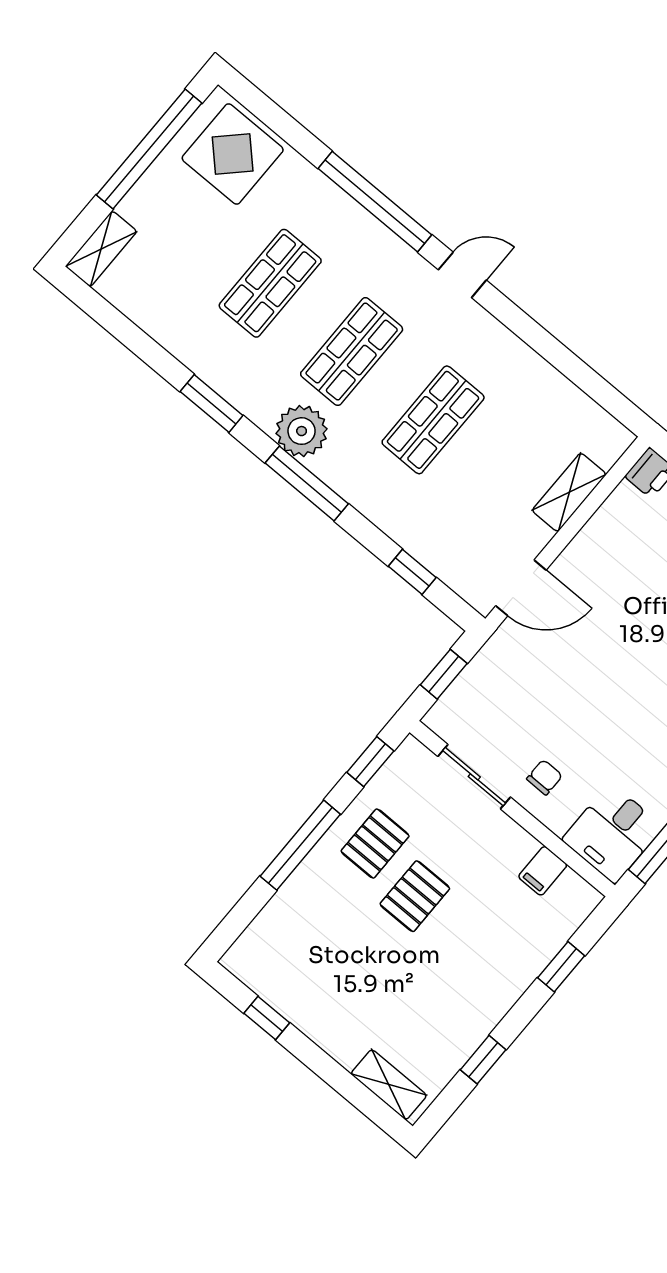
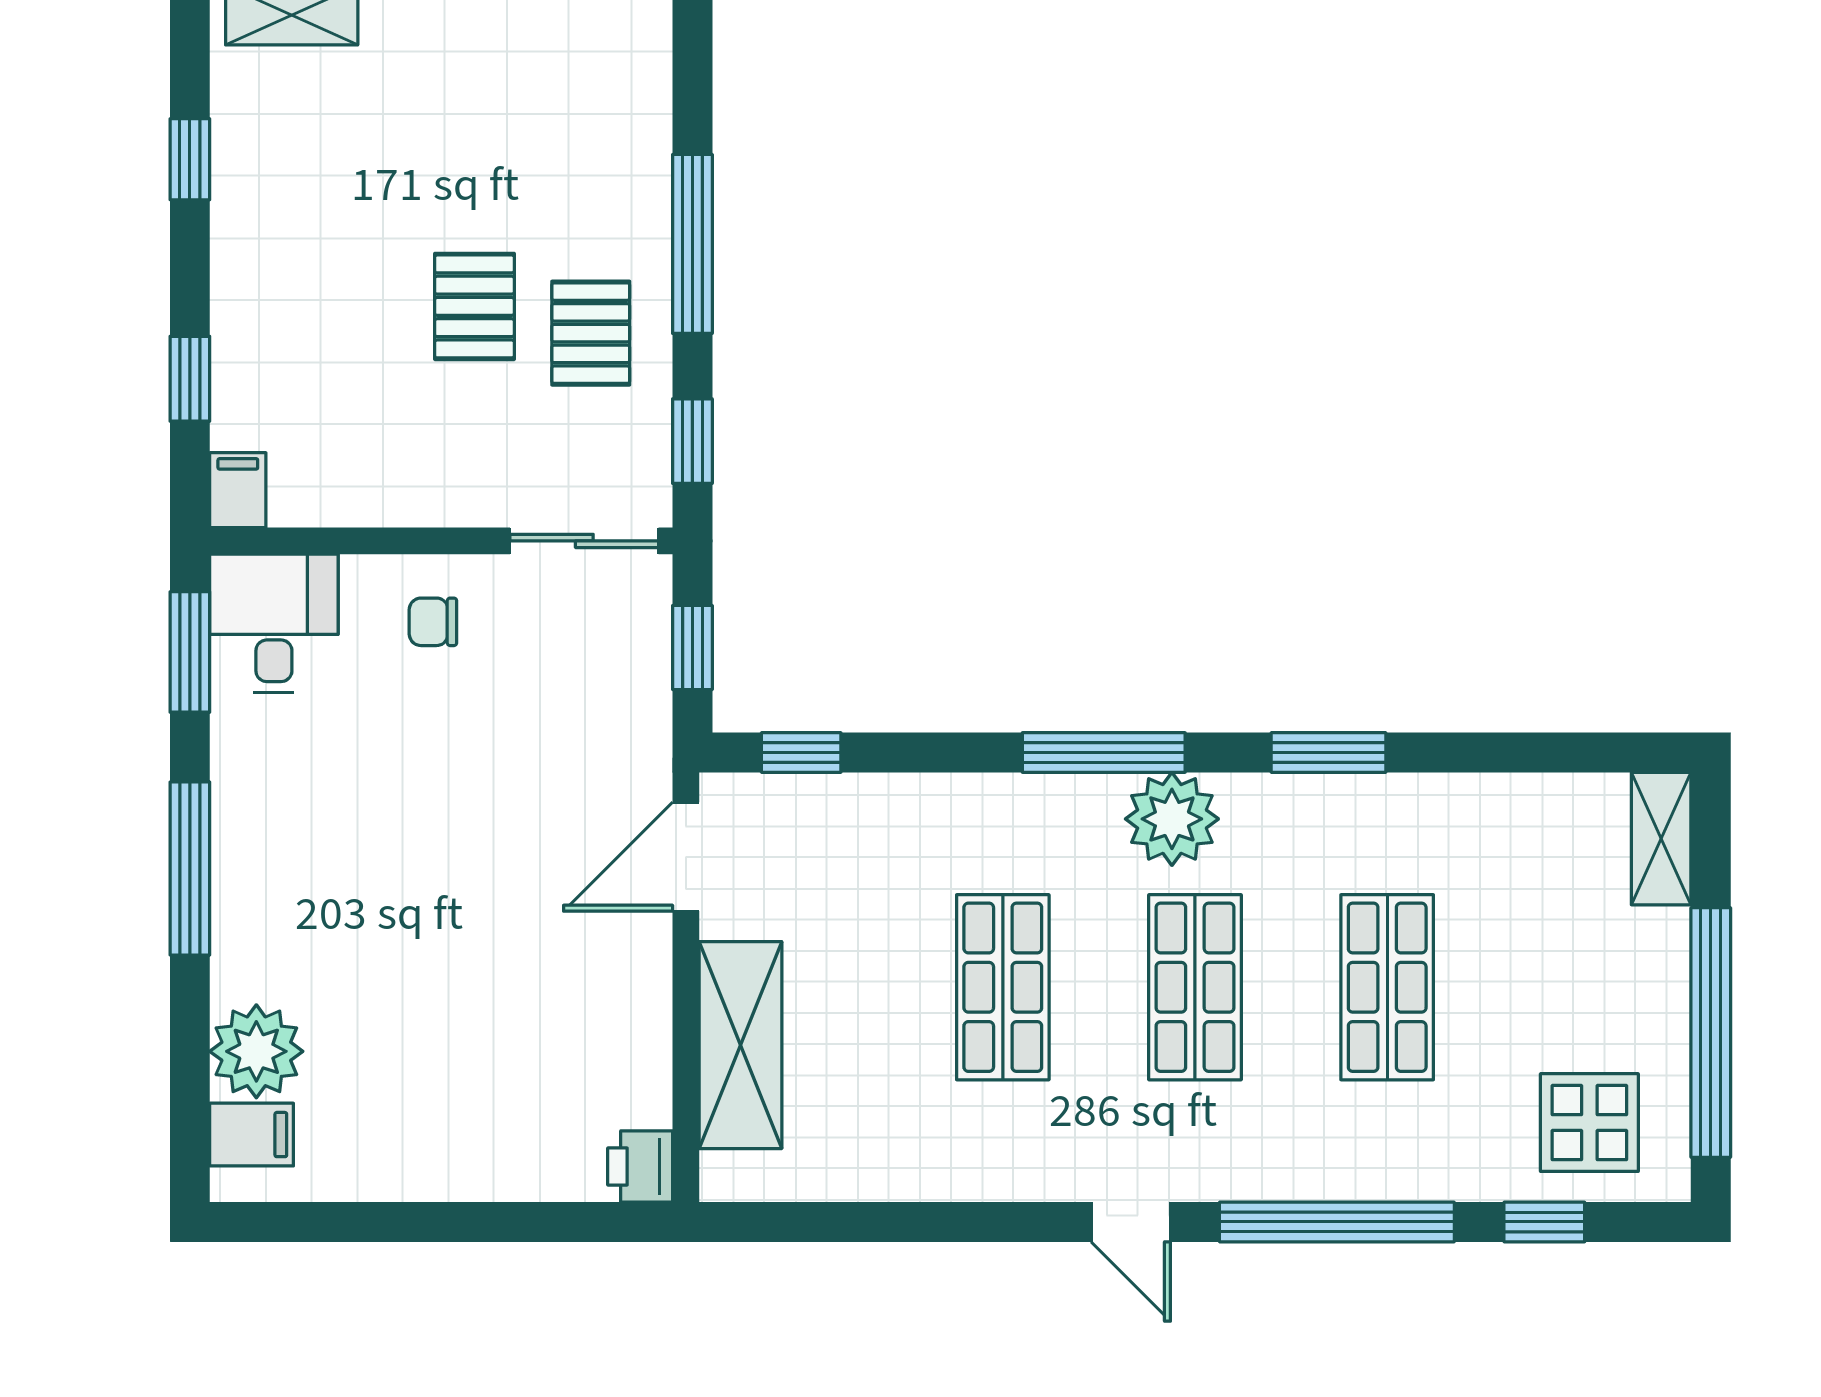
window: (287, 128) -> (1544, 1222), added
display table: (233, 154) -> (1589, 1123), width x0.73, depth x0.73
door: (462, 275) -> (1131, 1222), hinge flipped
shelving: (569, 492) -> (740, 1045), width x1.50, depth x1.33
window: (412, 572) -> (801, 753), moved
sliding door: (474, 777) -> (584, 541), moved
chair: (545, 777) -> (433, 622), turned 90
filing cabinet: (543, 871) -> (238, 490), moved

